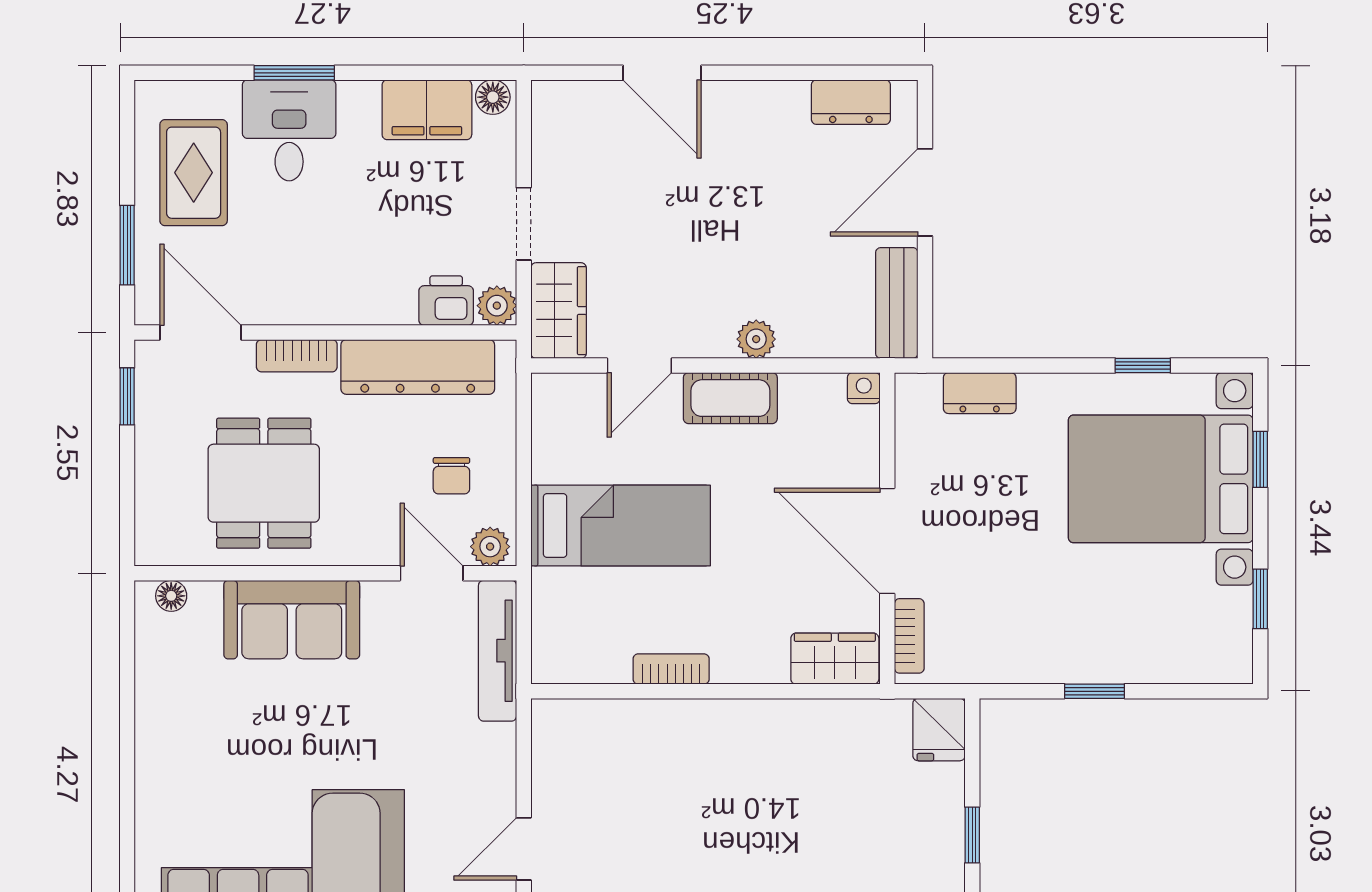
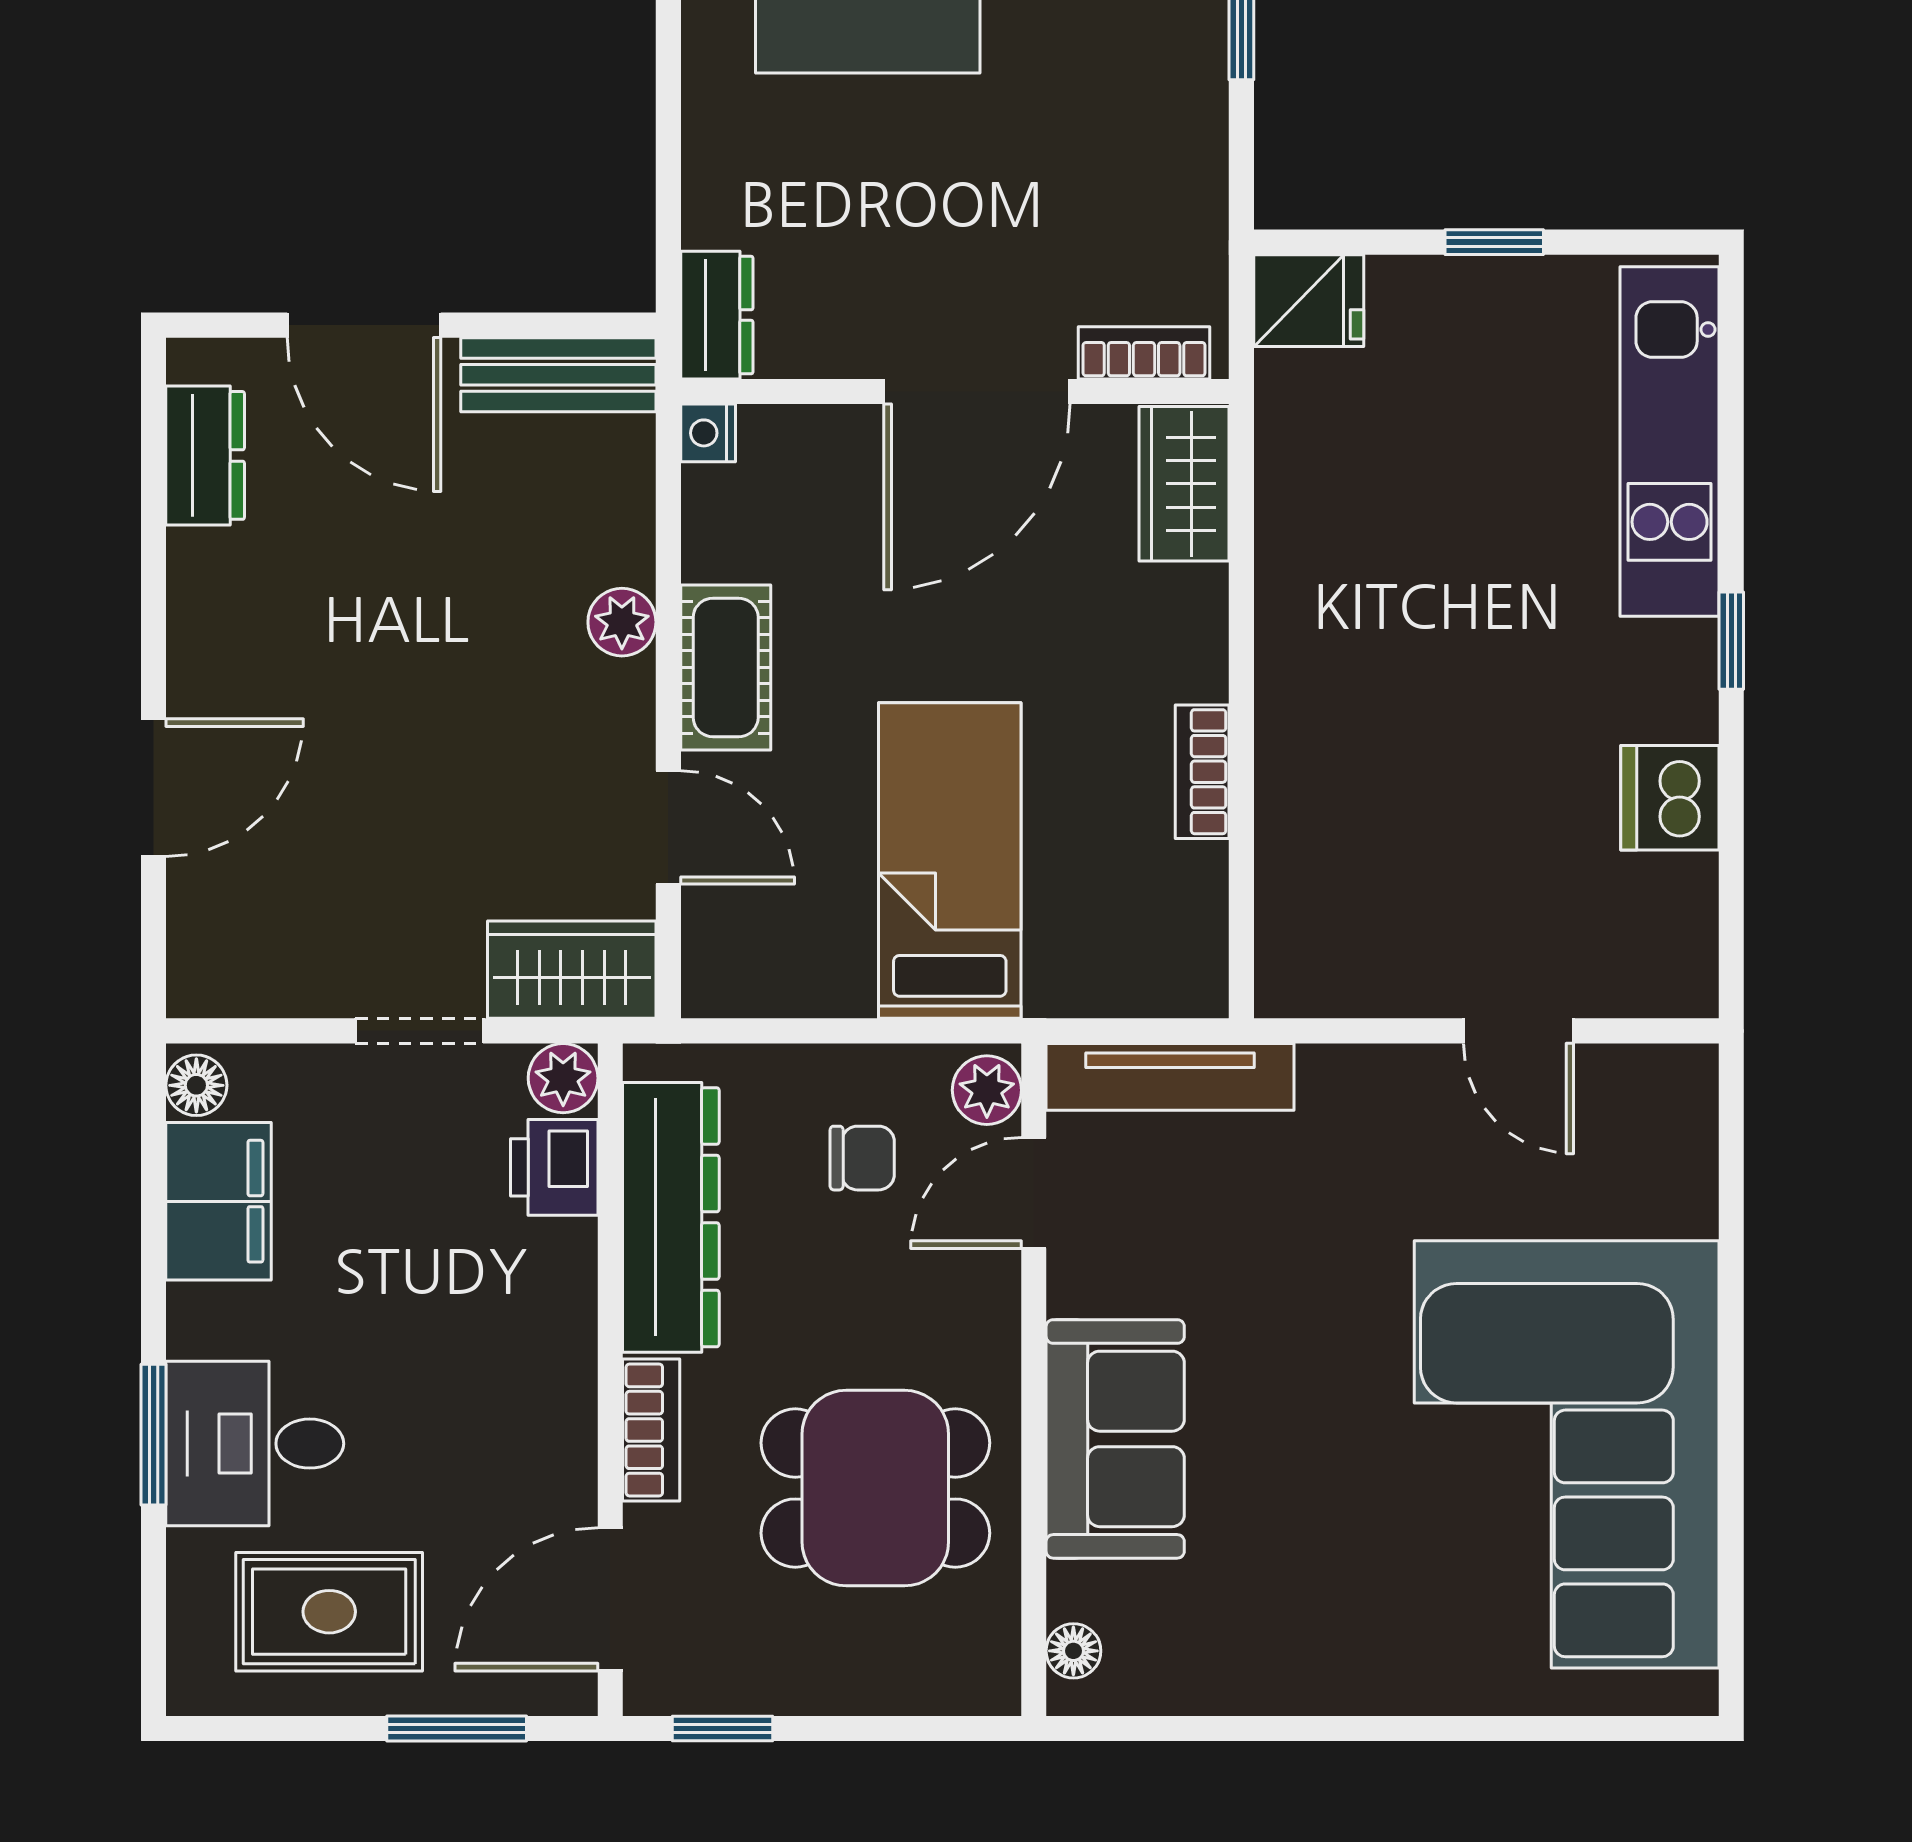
dresser: (980, 393) -> (717, 315), moved

